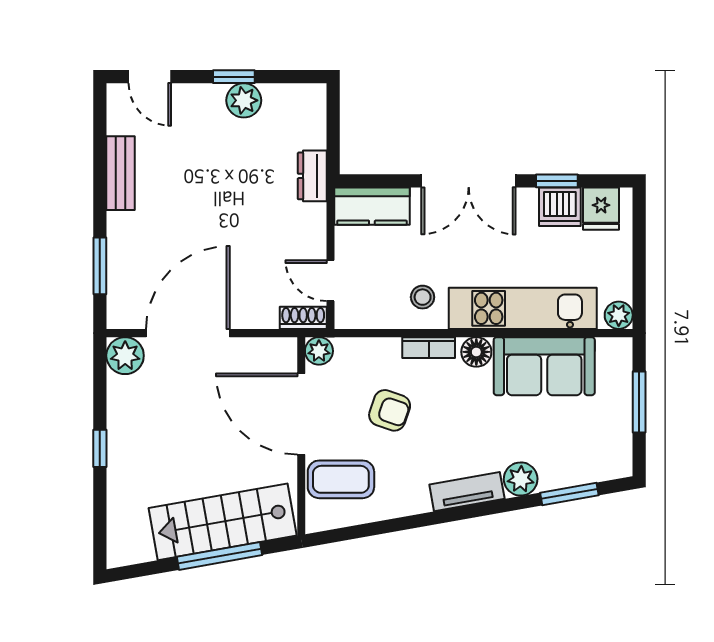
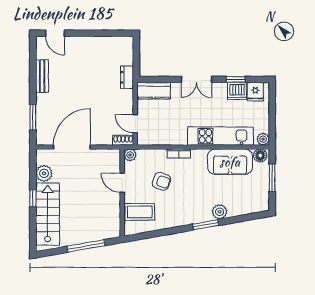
window: (234, 77) -> (92, 33), removed
plant: (244, 100) -> (97, 44), removed
double door: (469, 181) -> (196, 79), width x0.73
stool: (423, 297) -> (176, 131), removed
floor lamp: (476, 352) -> (260, 155), moved
plant: (125, 356) -> (44, 173), moved
door: (301, 414) -> (122, 183), width x0.53
tv unit: (467, 492) -> (196, 217), removed
window: (569, 494) -> (206, 225), moved
stairs: (223, 522) -> (48, 214), moved, turned 100

